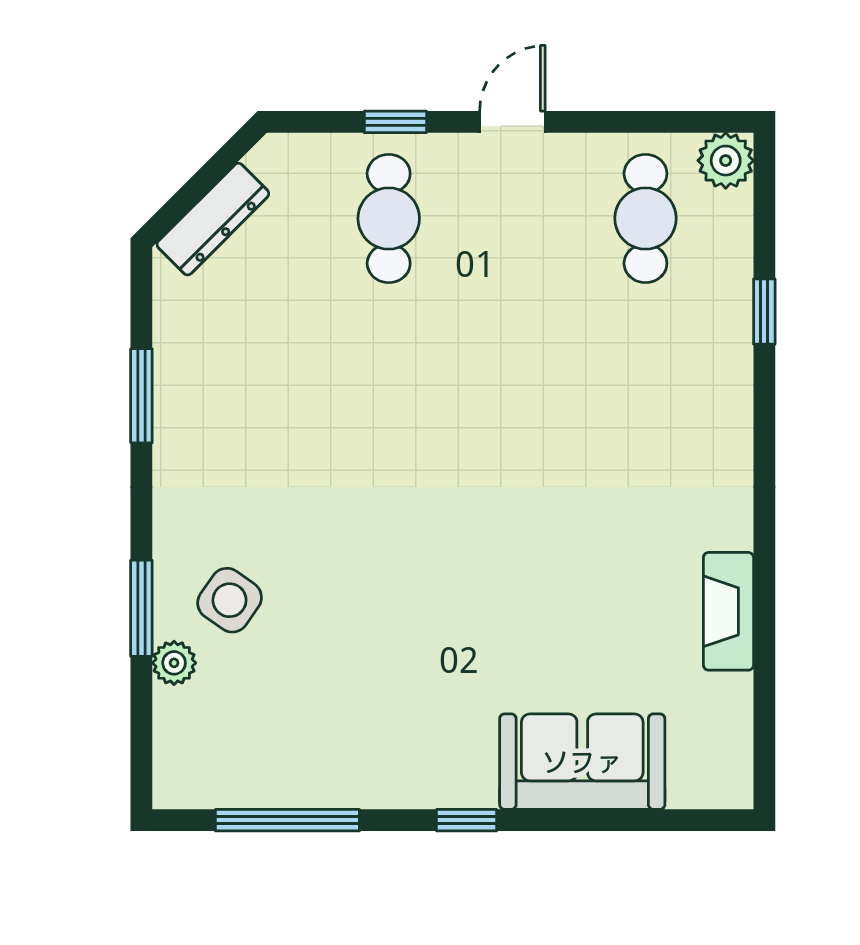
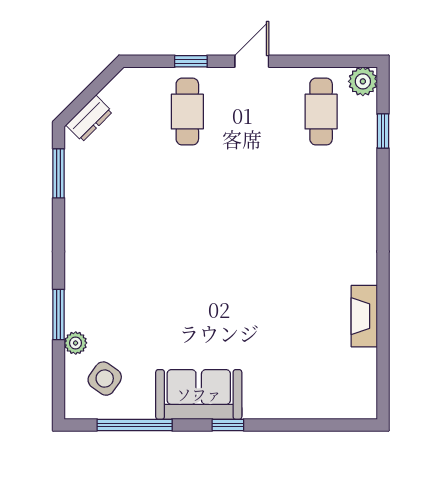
dresser: (213, 219) -> (89, 118), width x0.70
window: (764, 312) -> (383, 131), moved
window: (141, 396) -> (59, 173), moved
side table: (230, 600) -> (105, 379), moved
sofa: (582, 762) -> (199, 394), moved

